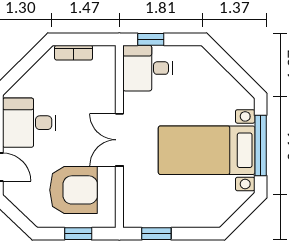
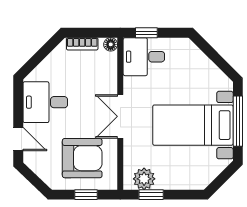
floor lamp: (108, 53) -> (111, 44), added
plant: (148, 215) -> (144, 179), added

